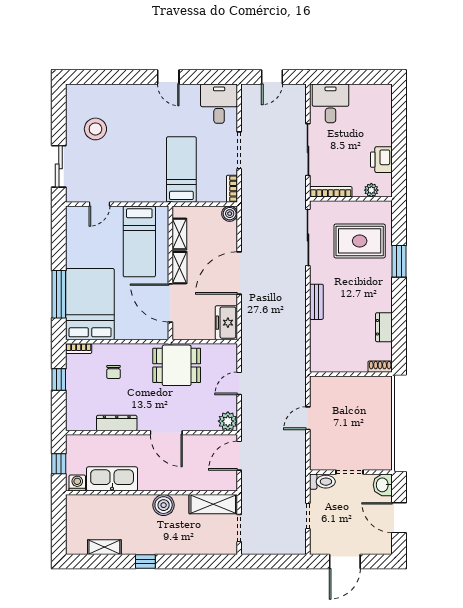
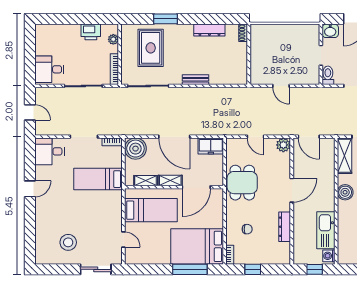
boiler: (230, 214) -> (135, 149), width x1.86, depth x1.86
dresser: (384, 327) -> (209, 30), width x1.44

